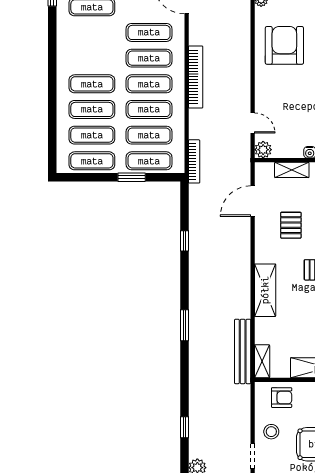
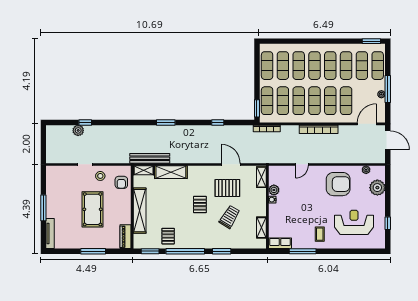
exercise mat: (92, 32) -> (346, 66), added
exercise mat: (92, 58) -> (330, 66), added
door: (253, 123) -> (302, 164), moved
plant: (263, 150) -> (274, 190), moved
shelving: (292, 170) -> (261, 177), moved
window: (132, 177) -> (257, 108), moved
door: (253, 201) -> (231, 164), moved
pallet: (291, 225) -> (227, 188), width x1.50, depth x1.42
shelving: (265, 290) -> (171, 172), moved
window: (184, 427) -> (85, 122), moved

